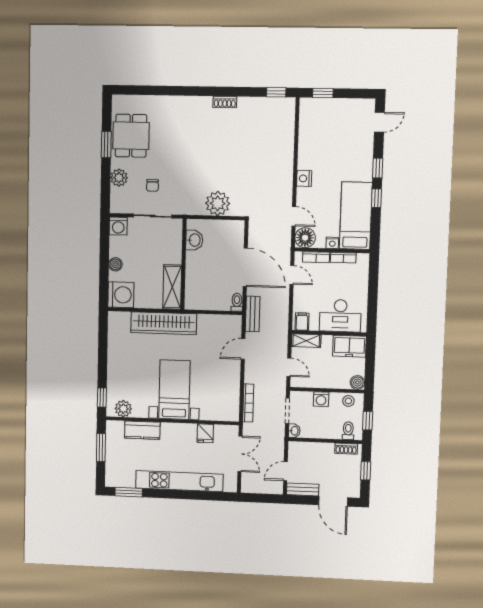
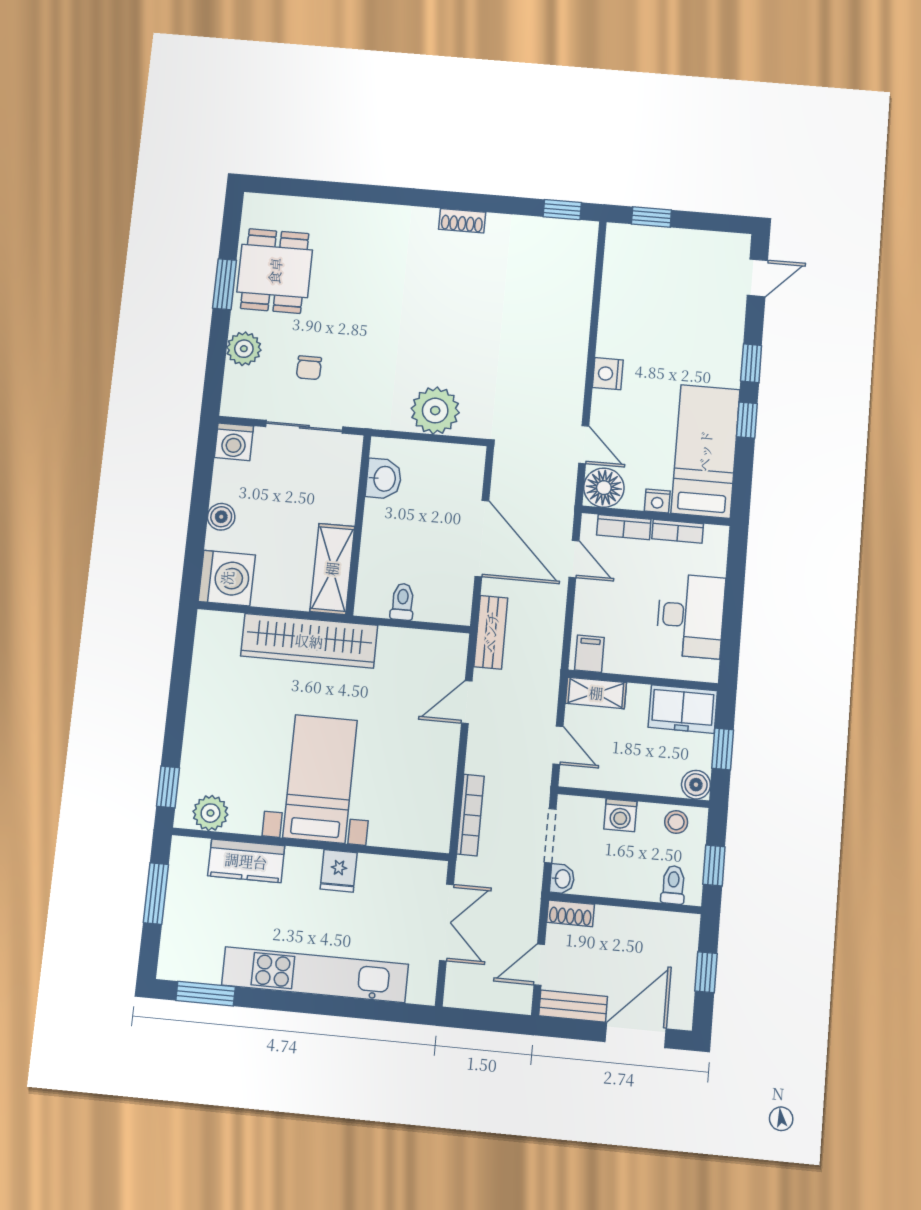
toilet: (237, 302) -> (402, 602), moved
desk: (340, 316) -> (691, 616), moved, turned -90
window: (370, 365) -> (723, 749), added
fridge: (205, 433) -> (339, 871), moved
shoe rack: (346, 449) -> (570, 913), moved
door: (333, 501) -> (636, 1035), swing flipped

